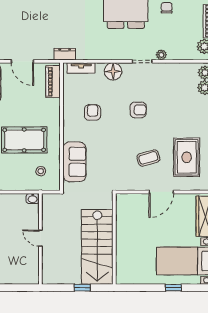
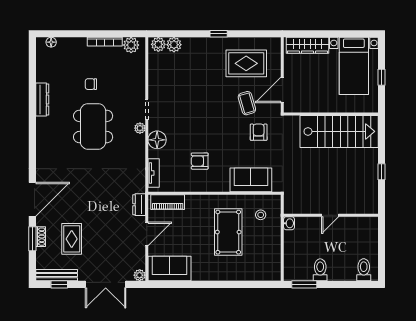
dresser: (65, 54) -> (139, 205), moved
plant: (161, 55) -> (140, 128), moved
armchair: (138, 110) -> (259, 132), moved
door: (161, 192) -> (282, 90), swing flipped
wall: (114, 239) -> (331, 114), moved
stairs: (97, 247) -> (339, 131), moved

